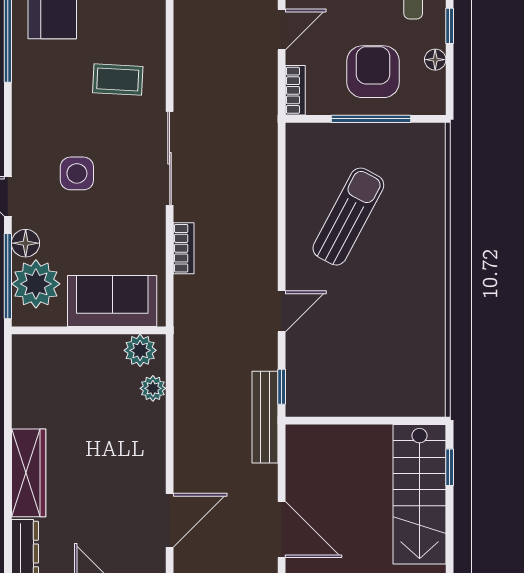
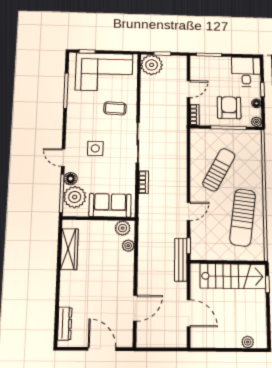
plant: (434, 103) -> (256, 122), added
sun lounger: (399, 323) -> (243, 217), added
wardrobe: (29, 473) -> (69, 249), moved
stairs: (420, 494) -> (233, 276), moved, turned -90

